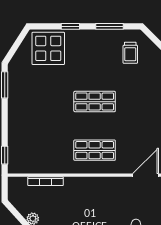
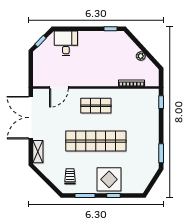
display table: (48, 48) -> (109, 179), moved
shop shelf: (95, 102) -> (96, 141), width x2.00, depth x1.36

